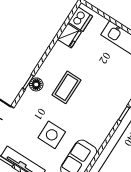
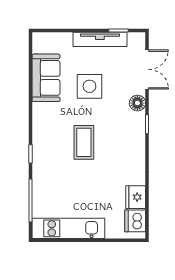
floor lamp: (36, 84) -> (137, 103), moved
coffee table: (66, 87) -> (84, 142), moved

